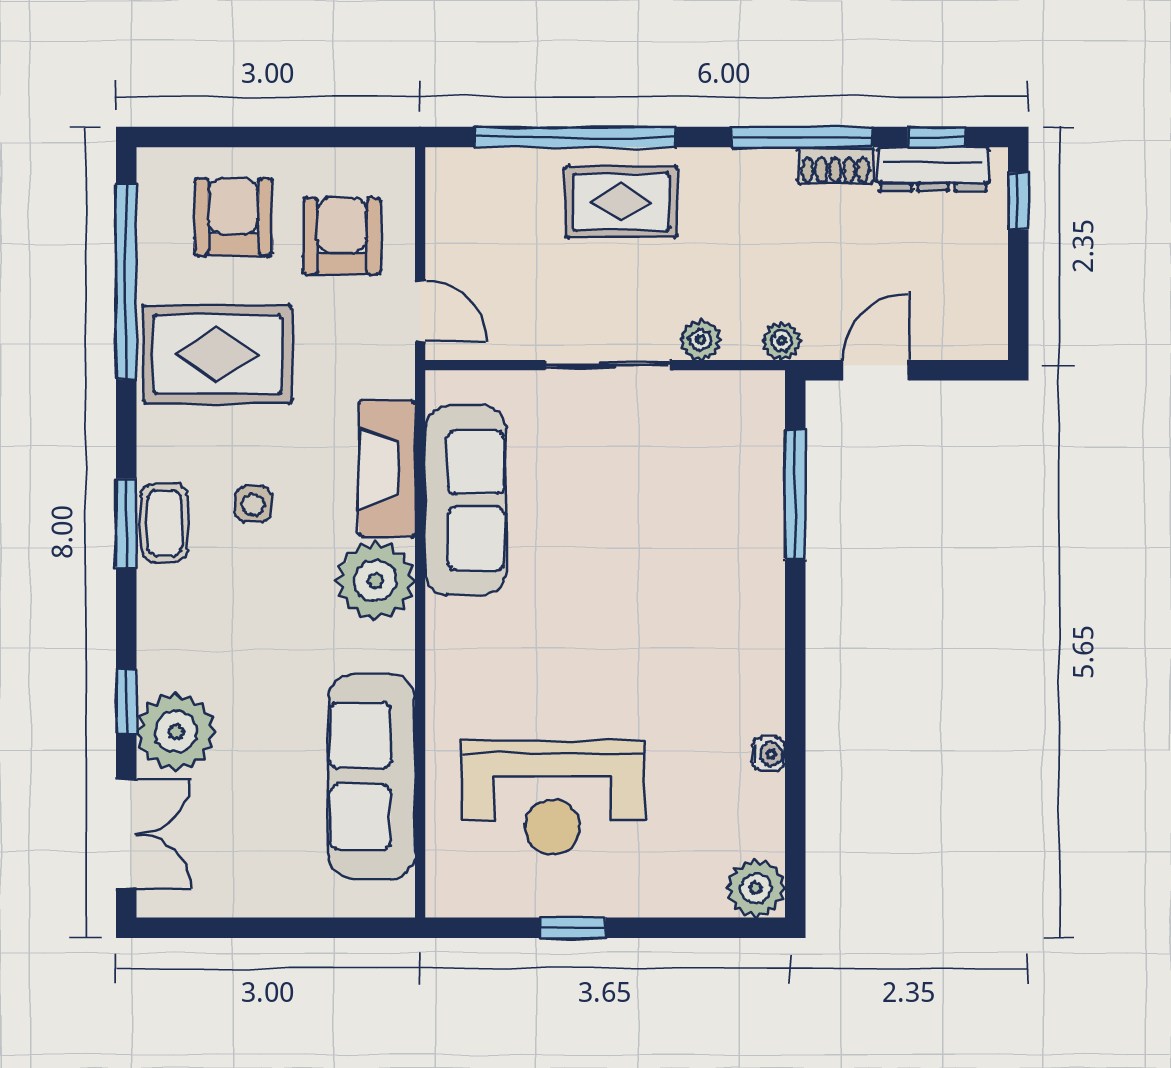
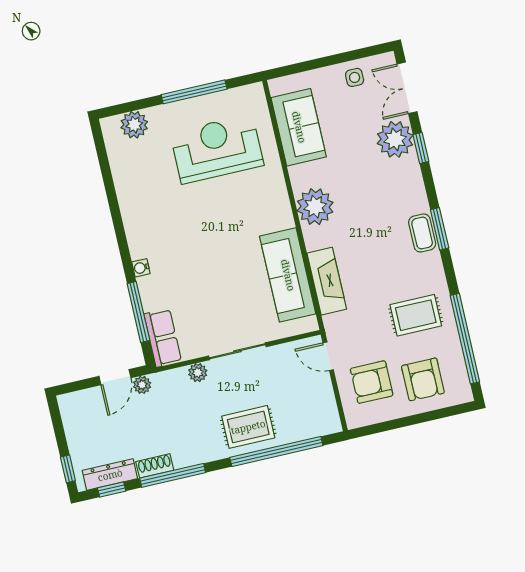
armchair: (342, 236) -> (372, 382), turned 90
plant: (782, 341) -> (142, 385), moved
rug: (217, 354) -> (416, 315), width x0.73, depth x0.70
row of seats: (757, 429) -> (163, 338), added
side table: (253, 504) -> (355, 77), moved
plant: (375, 581) -> (315, 207), moved
water cooler: (769, 754) -> (141, 268), moved
sofa: (371, 776) -> (299, 127), width x0.73
plant: (756, 888) -> (134, 125), moved
window: (573, 928) -> (194, 92), width x2.17

